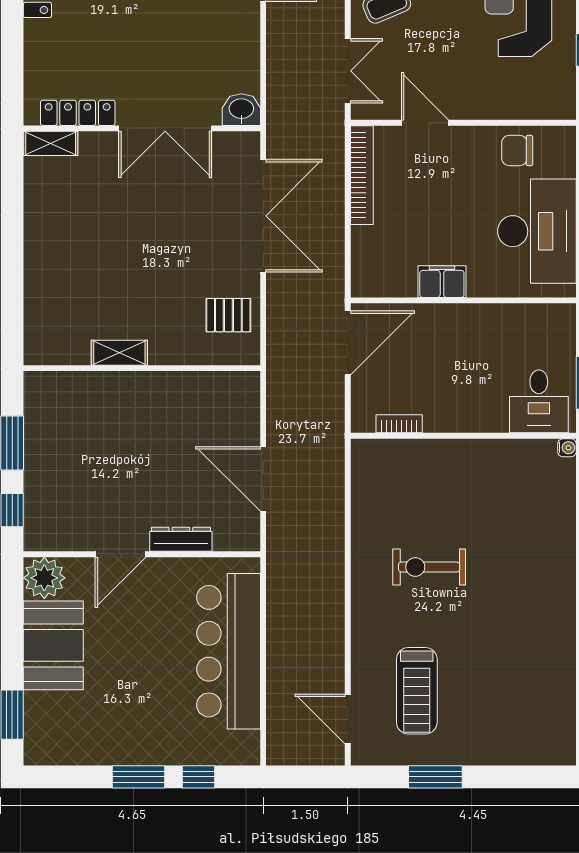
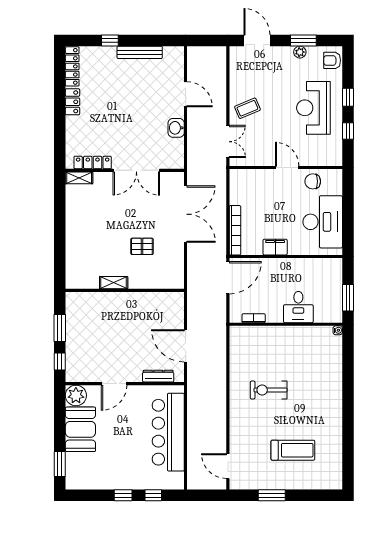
washbasin: (241, 110) -> (176, 128), moved, turned -90
door: (425, 123) -> (287, 168), moved
bookcase: (362, 175) -> (235, 230), moved
pallet: (228, 315) -> (142, 246), moved
desk: (539, 401) -> (298, 307), moved
dresser: (181, 539) -> (158, 376), moved
treadmill: (417, 691) -> (293, 450), moved, turned -90
window: (138, 777) -> (123, 495), width x0.67

